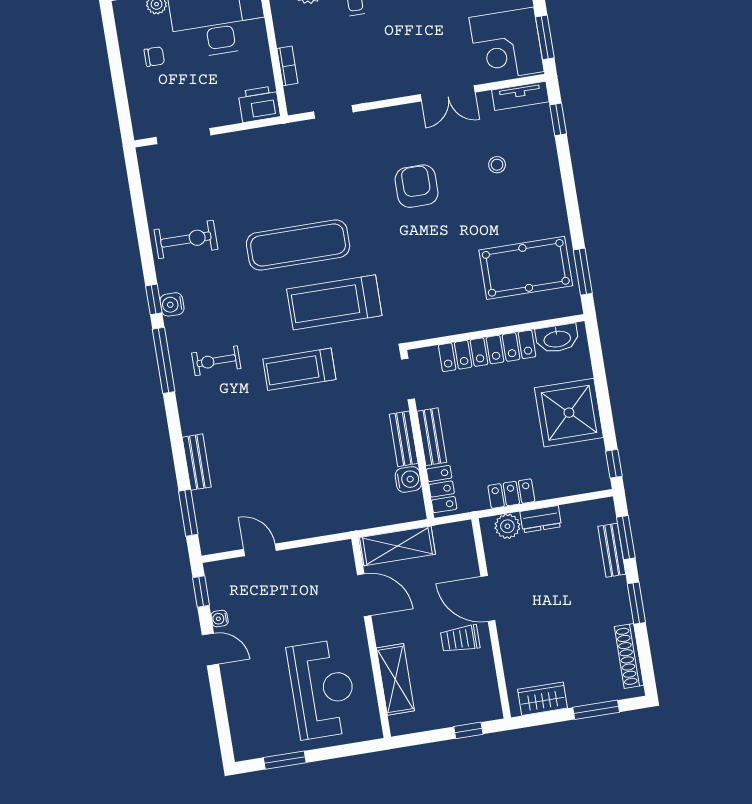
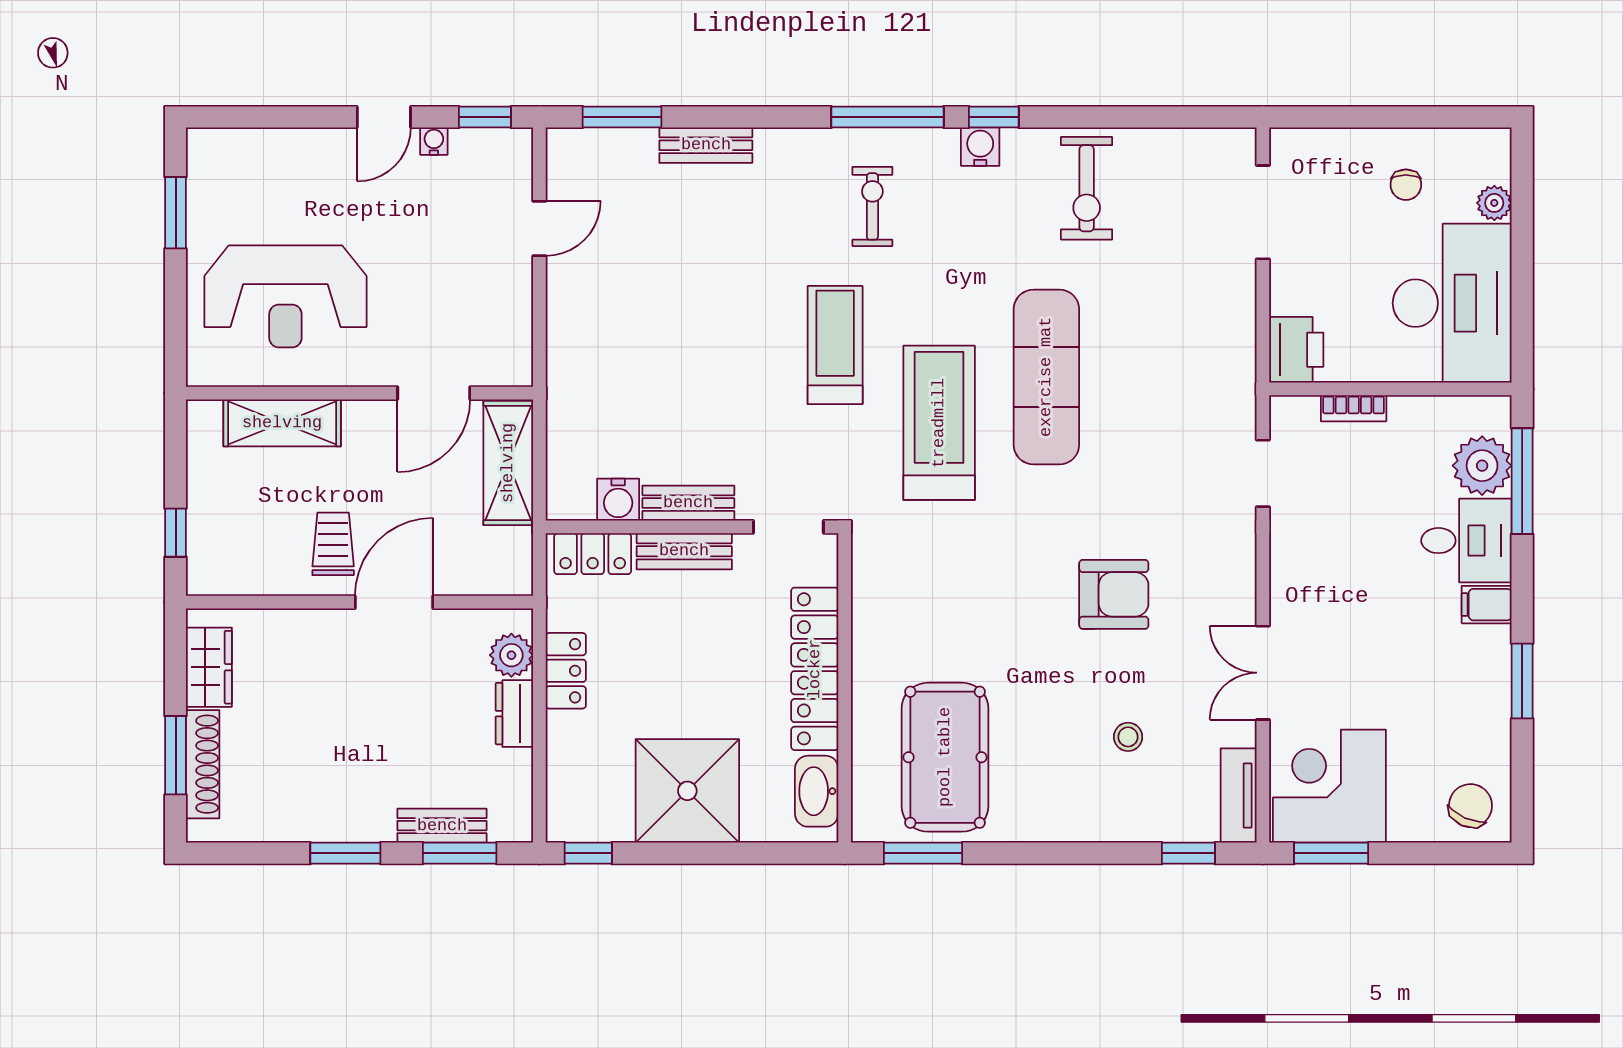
shoe rack: (629, 656) -> (203, 764), moved, turned 90

